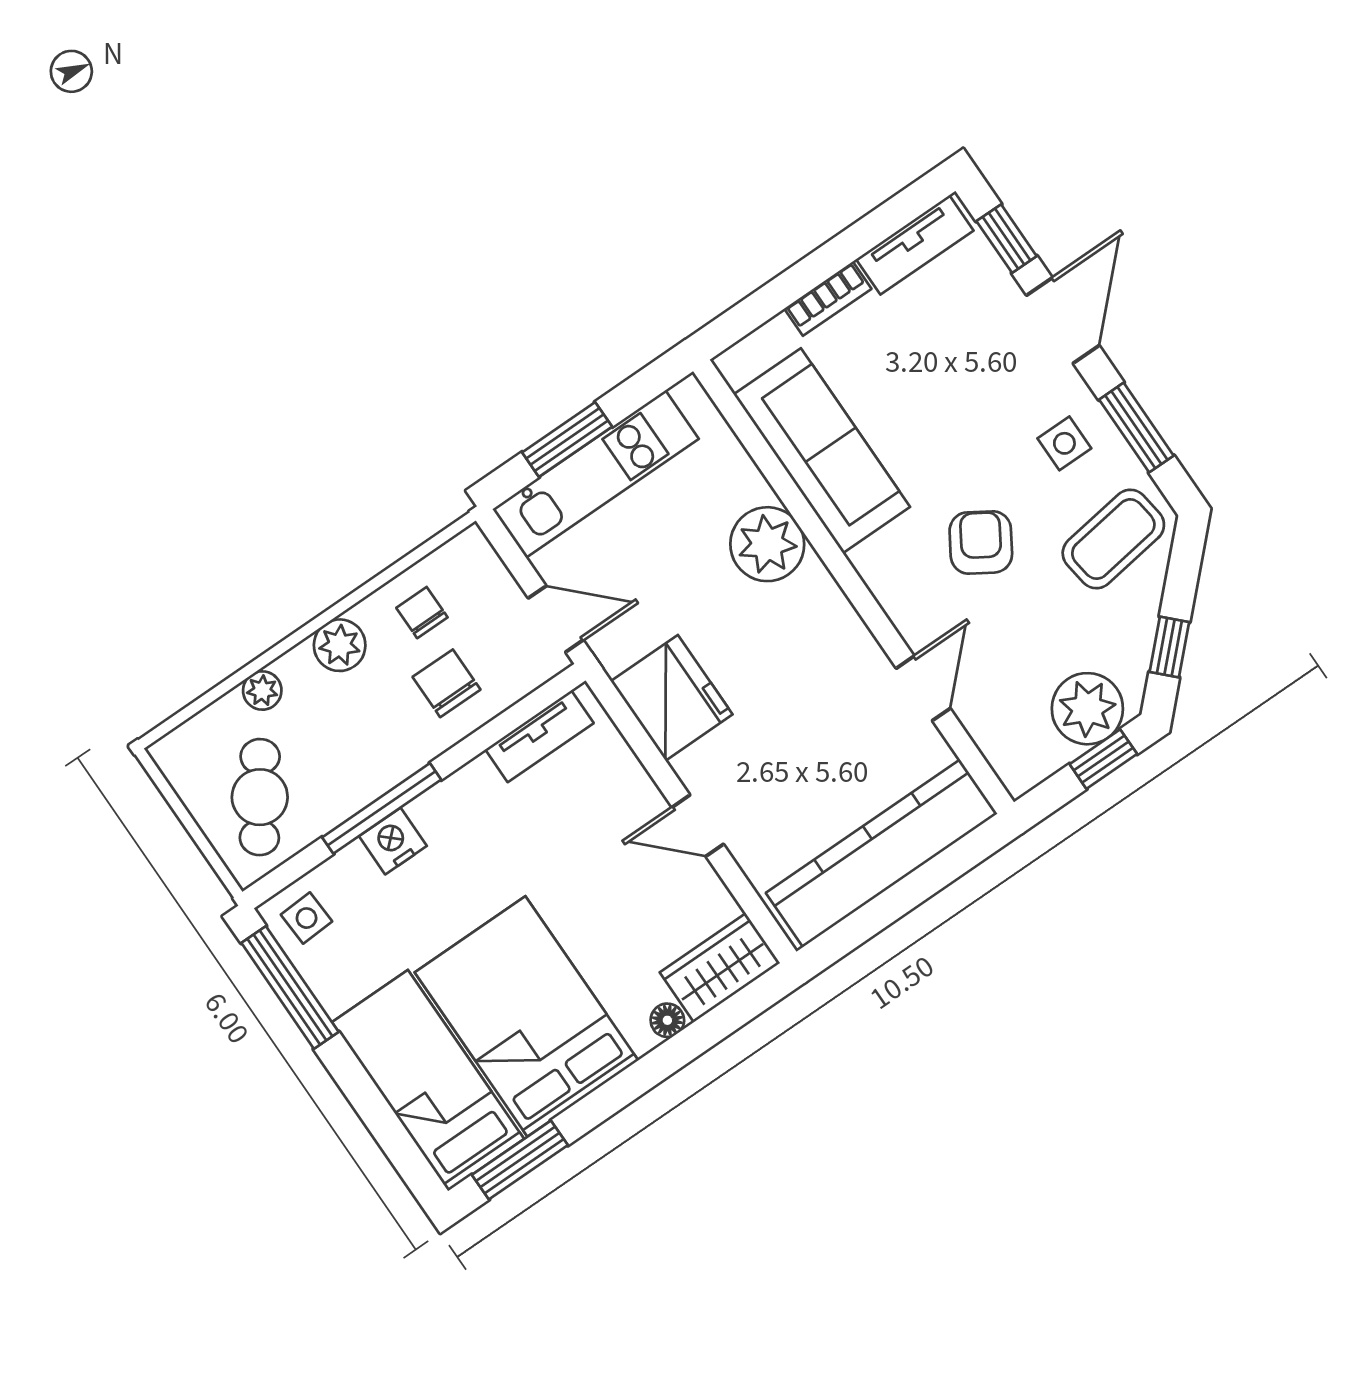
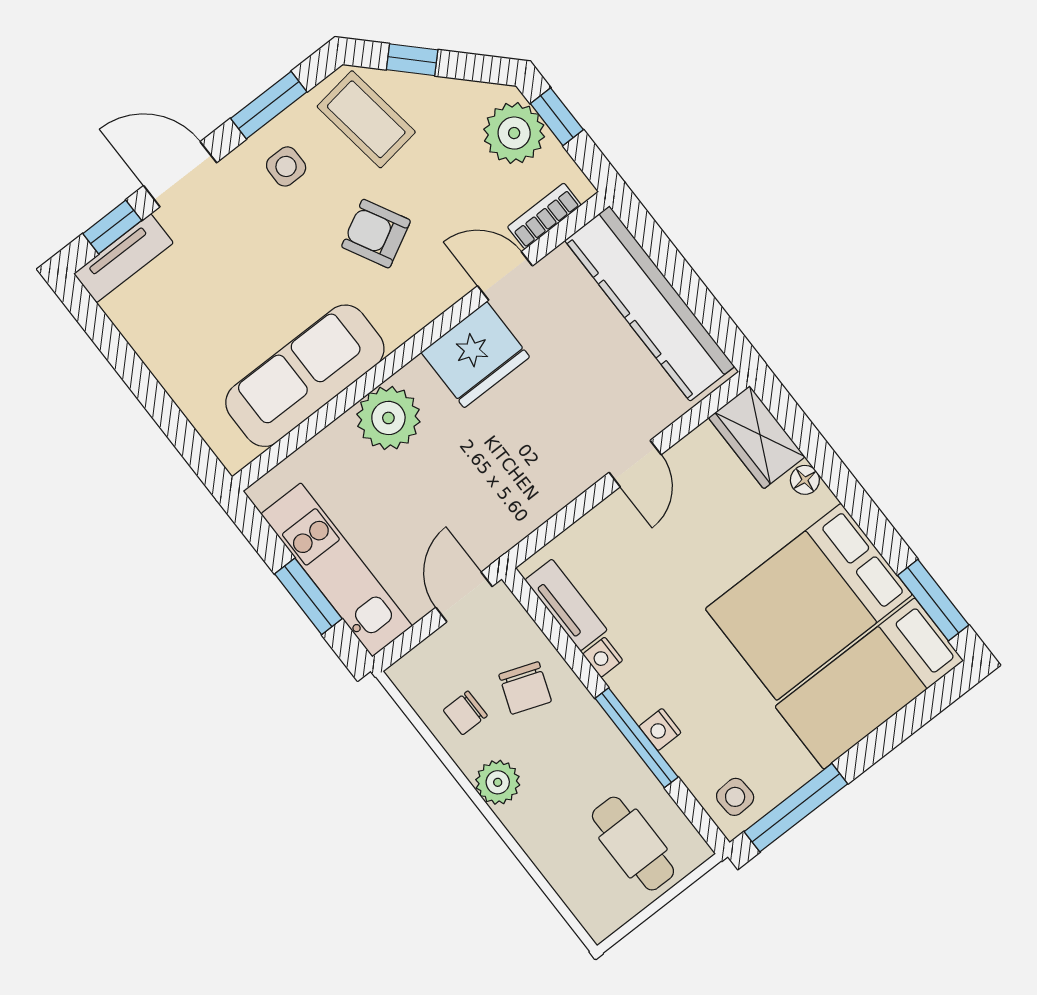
tv unit: (915, 245) -> (124, 258), moved, turned 90
bookcase: (828, 299) -> (544, 216), moved, turned -90
armchair: (981, 542) -> (376, 234), turned 30
window: (1169, 647) -> (412, 60), moved
chair: (447, 683) -> (525, 688), turned -70
plant: (262, 690) -> (541, 847), removed
fridge: (672, 698) -> (475, 355), moved, turned 180
nightstand: (477, 775) -> (603, 657), added
cafe table: (260, 797) -> (633, 844), turned 55
nightstand: (393, 841) -> (660, 730), width x0.72, depth x0.74

